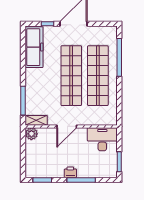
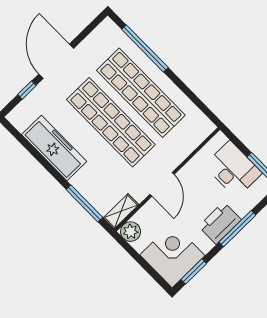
freezer: (34, 47) -> (54, 148), moved
desk: (102, 139) -> (233, 169), moved, turned 90
corner desk: (40, 163) -> (172, 255), added
printer: (70, 172) -> (220, 223), width x1.87, depth x1.48

